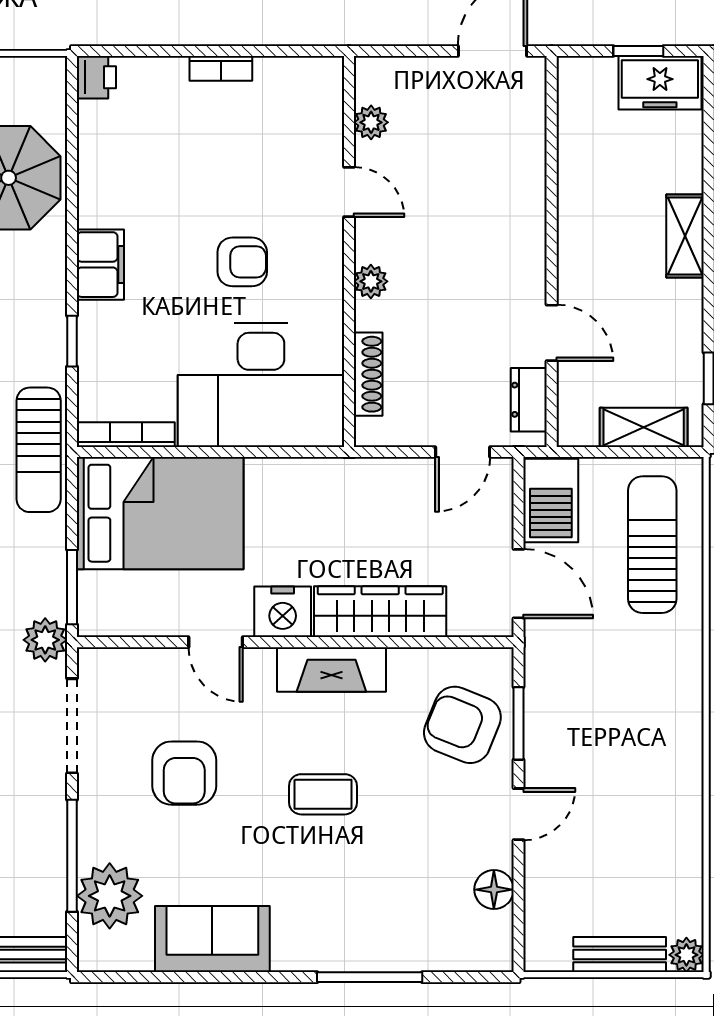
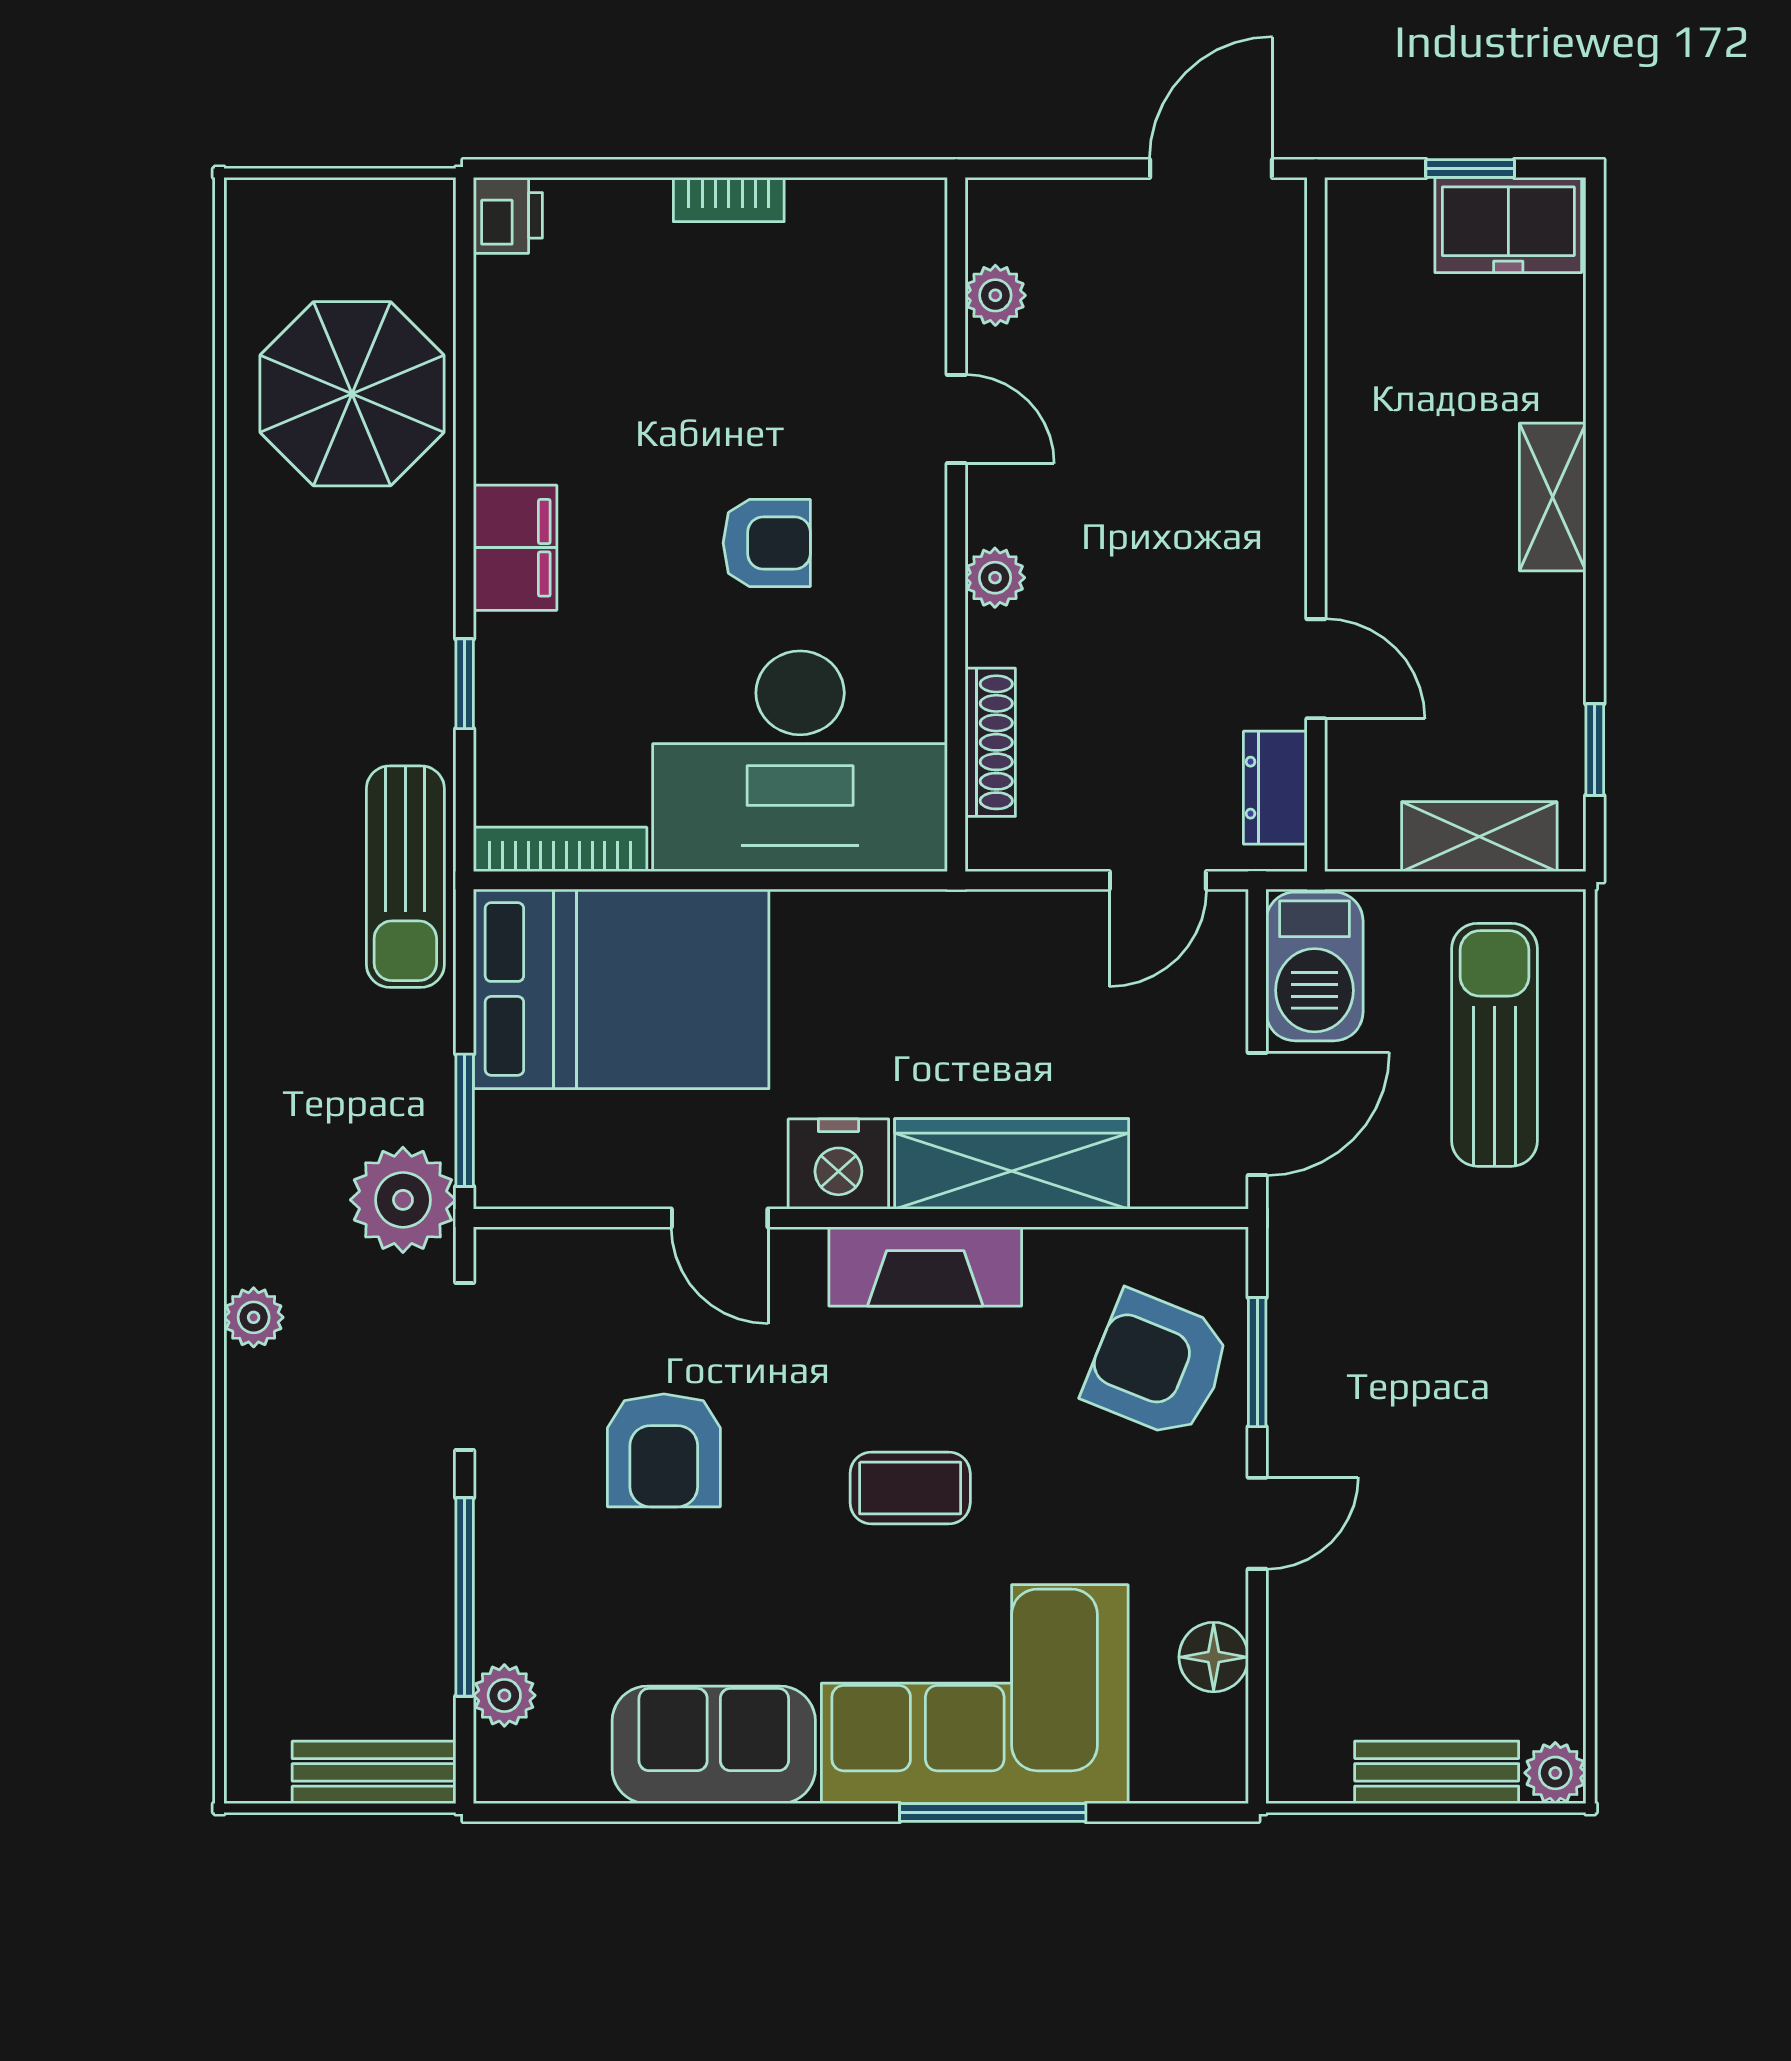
door: (519, 584) -> (1257, 1114), hinge flipped
plant: (45, 640) -> (403, 1200), width x1.36, depth x1.36
plant: (110, 896) -> (504, 1695), width x0.53, depth x0.53
corner sofa: (359, 910) -> (975, 1694), added

